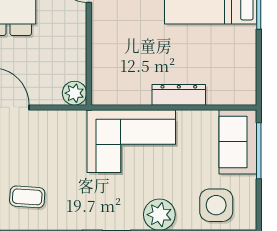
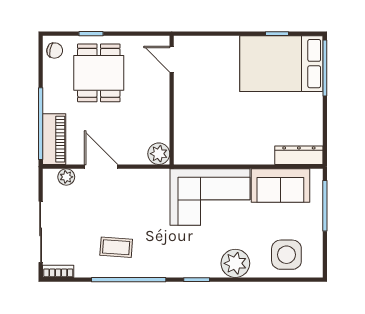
dresser: (179, 95) -> (299, 155), moved
sofa: (238, 142) -> (280, 185), moved, turned -90

